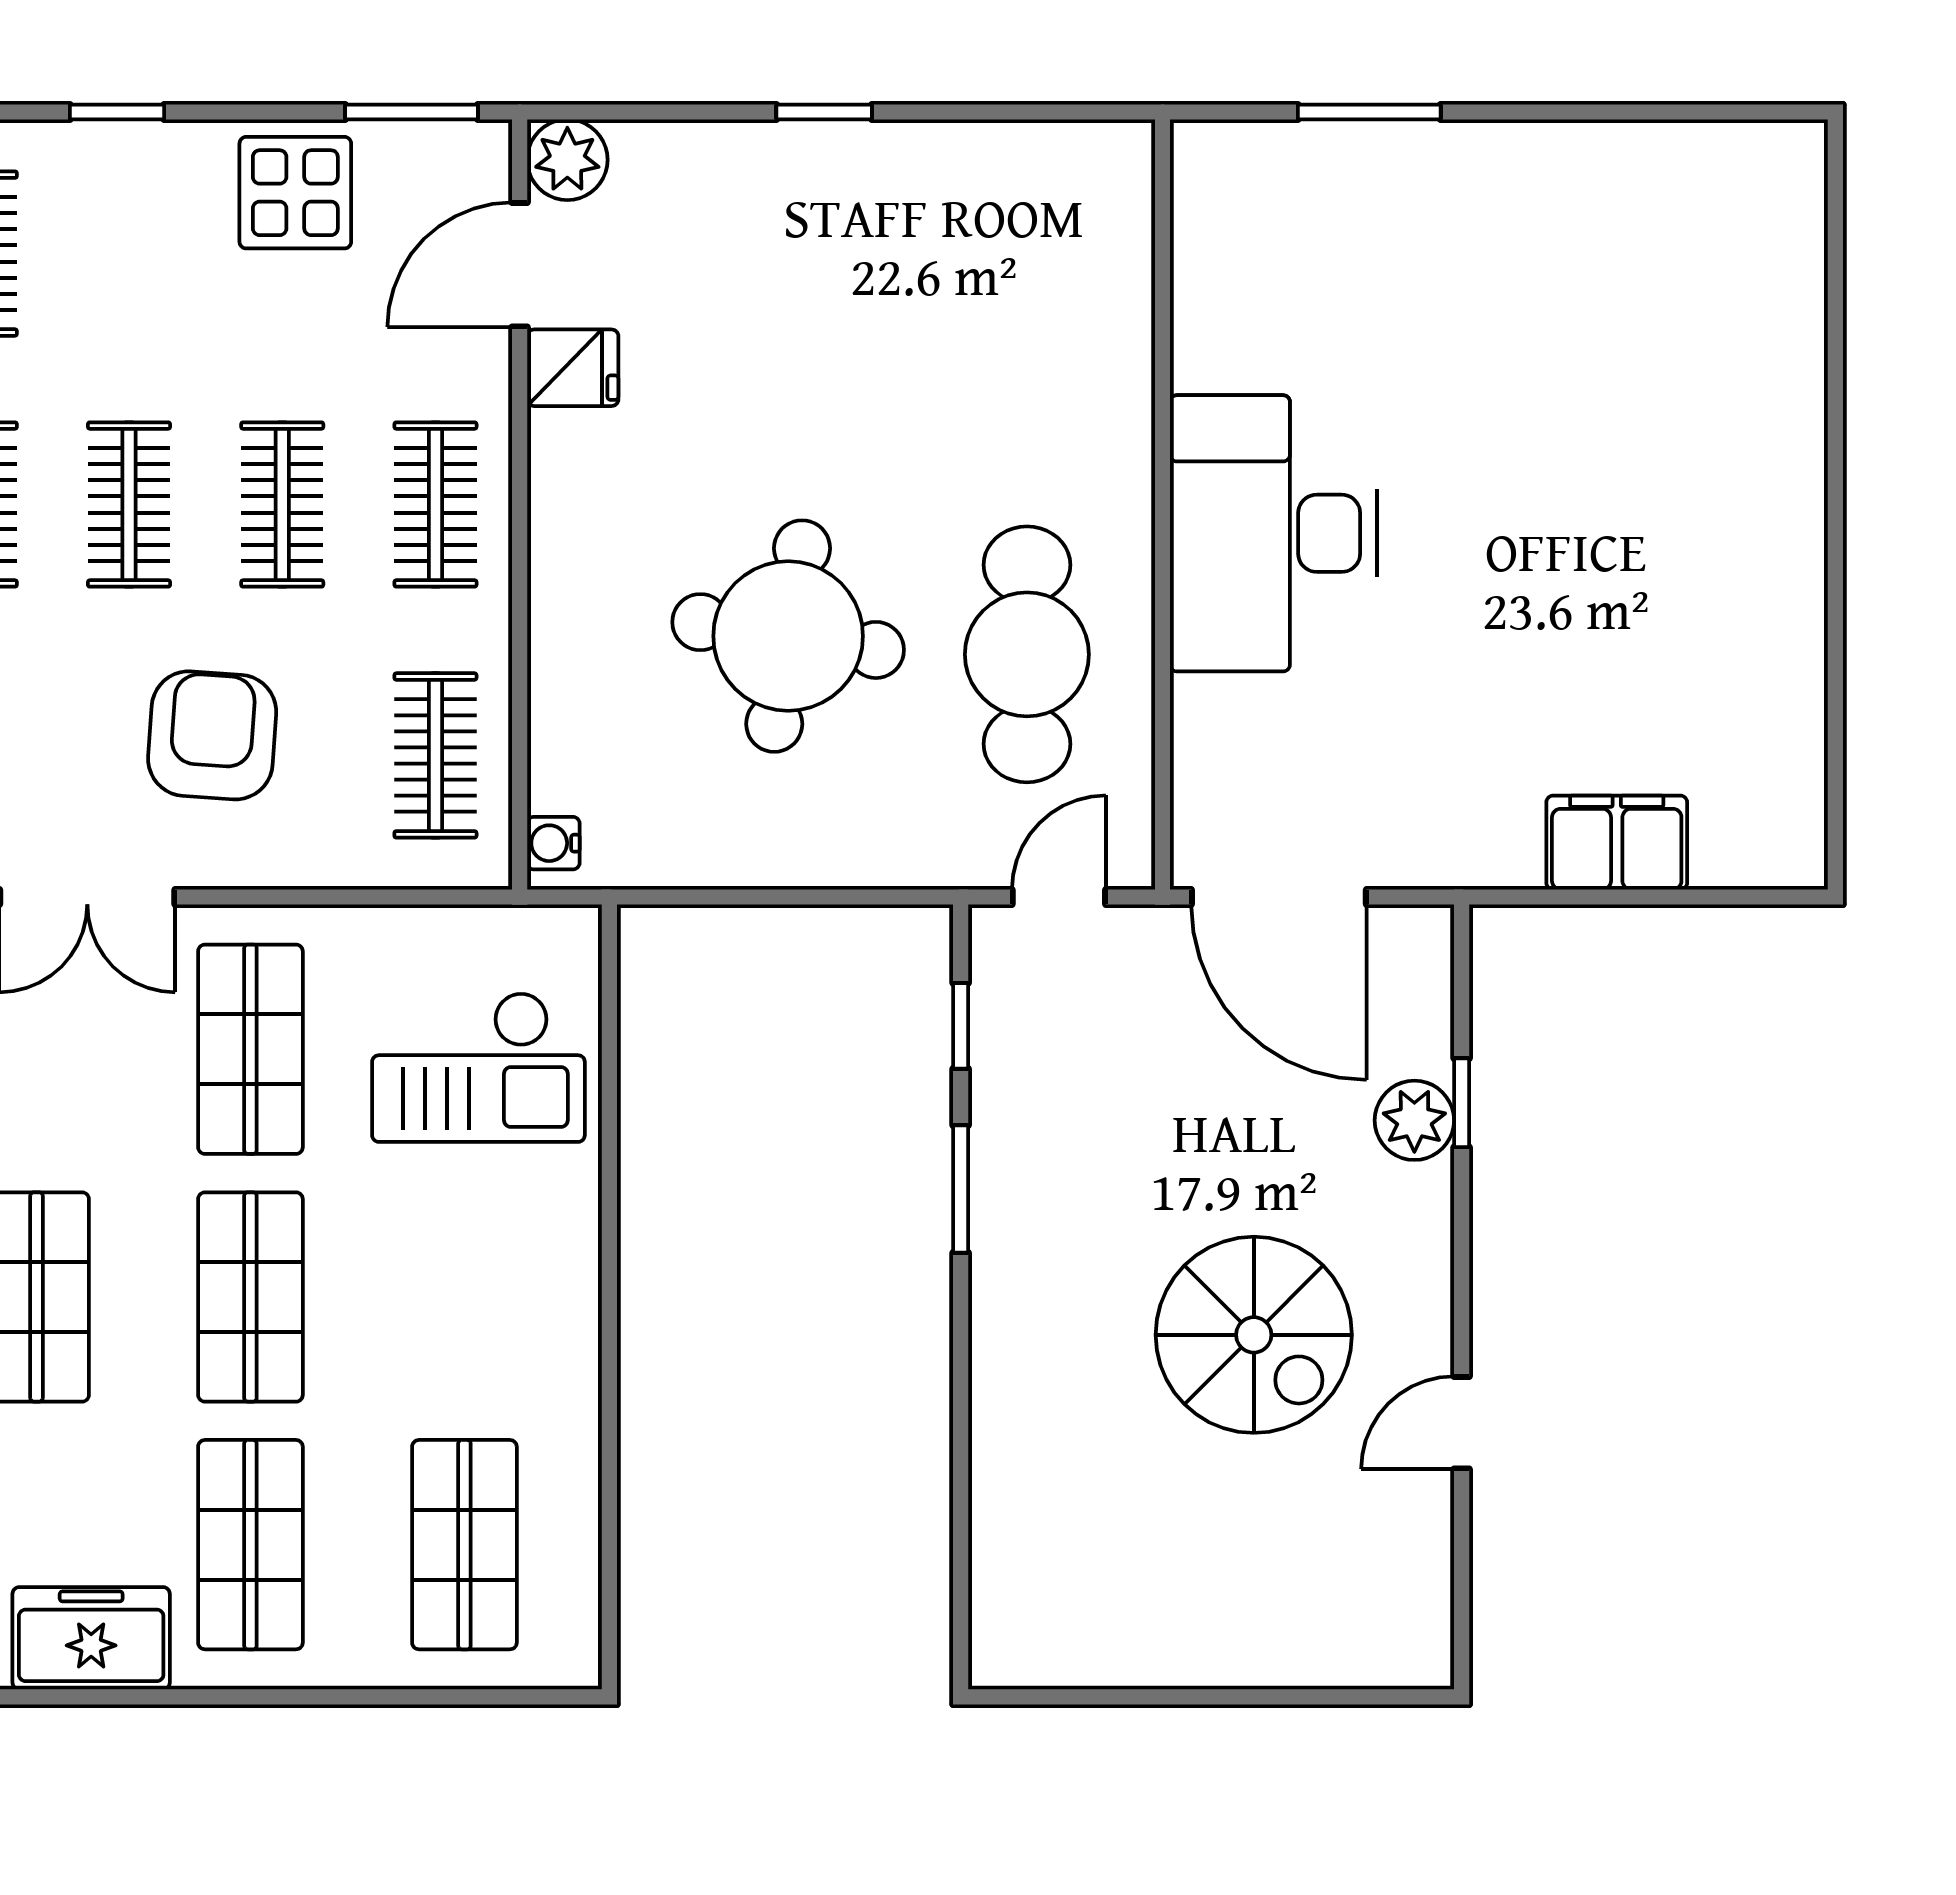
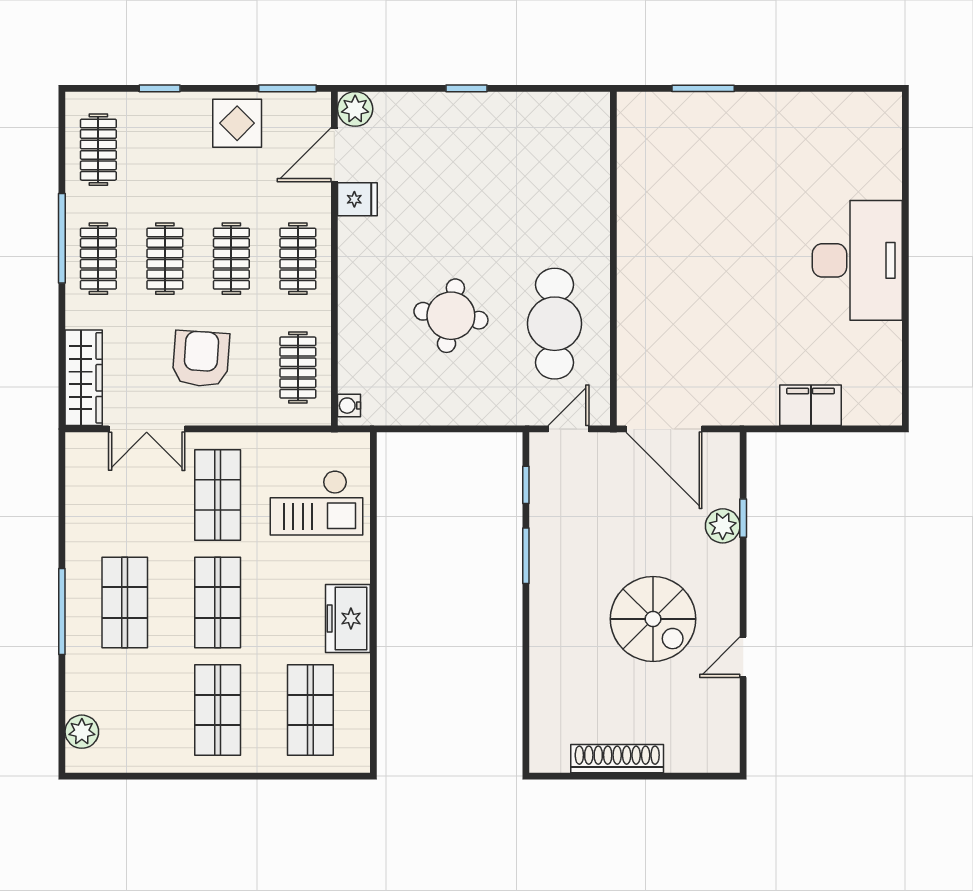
desk: (1273, 533) -> (857, 260), moved, turned 180
round table: (788, 636) -> (451, 316), width x0.73, depth x0.73
freezer: (91, 1638) -> (348, 618), moved, turned -90
shoe rack: (1171, 1656) -> (617, 759), added

